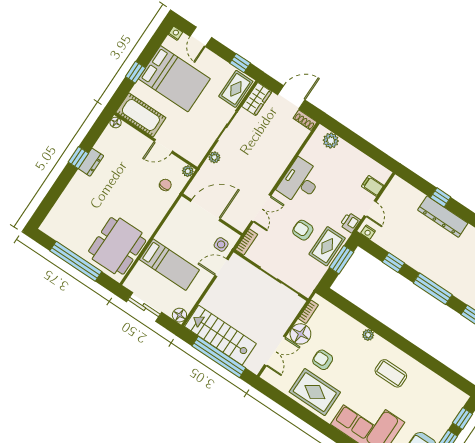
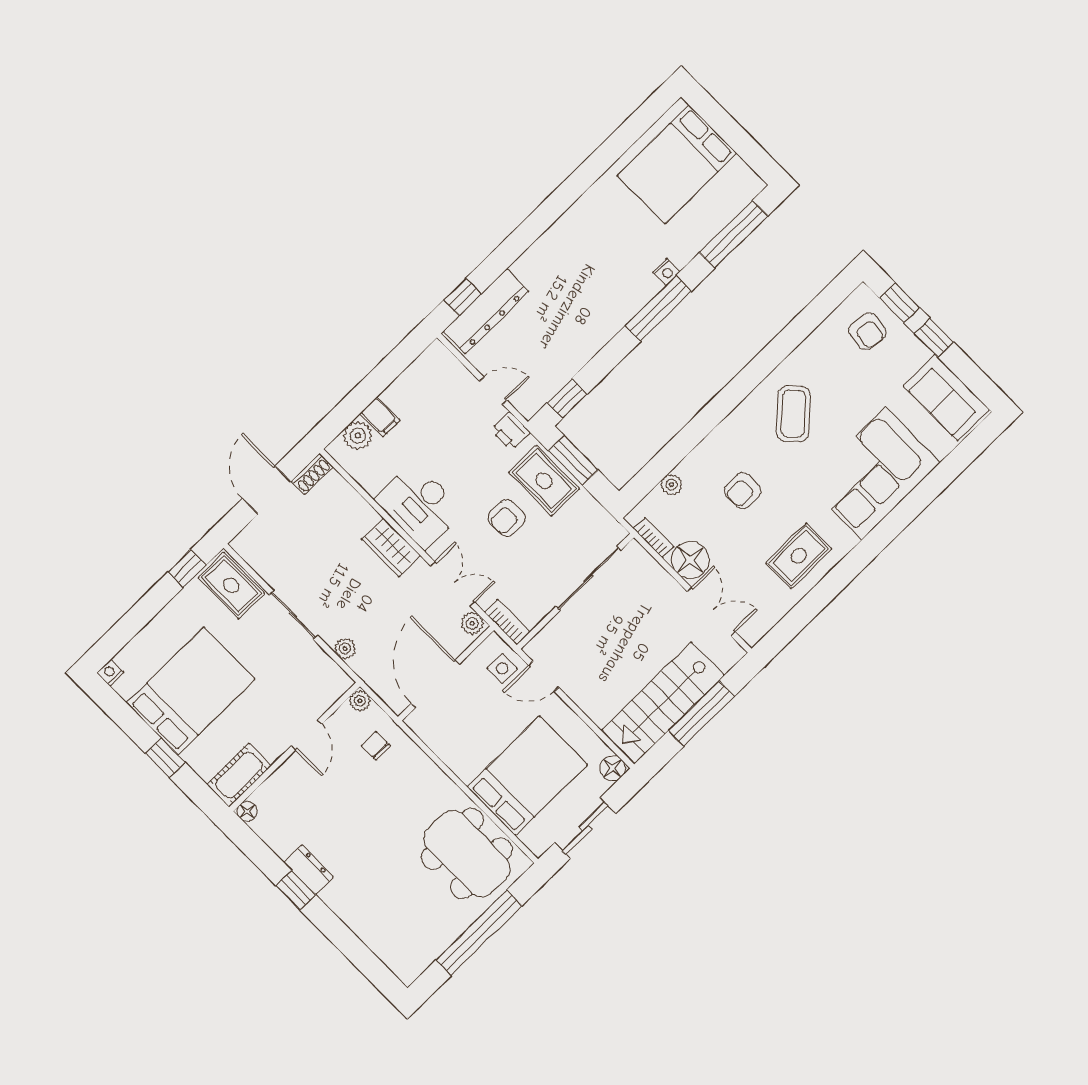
door: (201, 37) -> (126, 629), removed
wardrobe: (257, 99) -> (391, 547), moved, turned 180
cot: (141, 115) -> (239, 775), width x0.73, depth x0.75
filing cabinet: (373, 186) -> (380, 417), moved, turned -90
window: (441, 197) -> (462, 297), moved
dresser: (443, 217) -> (486, 311), moved
plant: (242, 223) -> (472, 623), added
nightstand: (368, 232) -> (666, 272), moved
window: (393, 262) -> (567, 398), moved
bed: (169, 265) -> (527, 776), width x1.50
door: (221, 268) -> (544, 676), hinge flipped
plant: (368, 335) -> (671, 485), moved
window: (219, 357) -> (701, 713), width x0.68
armchair: (323, 360) -> (743, 491), moved
coffee table: (391, 373) -> (793, 414), turned -43
rug: (315, 392) -> (799, 556), width x0.73, depth x0.70
armchair: (444, 404) -> (867, 331), added

